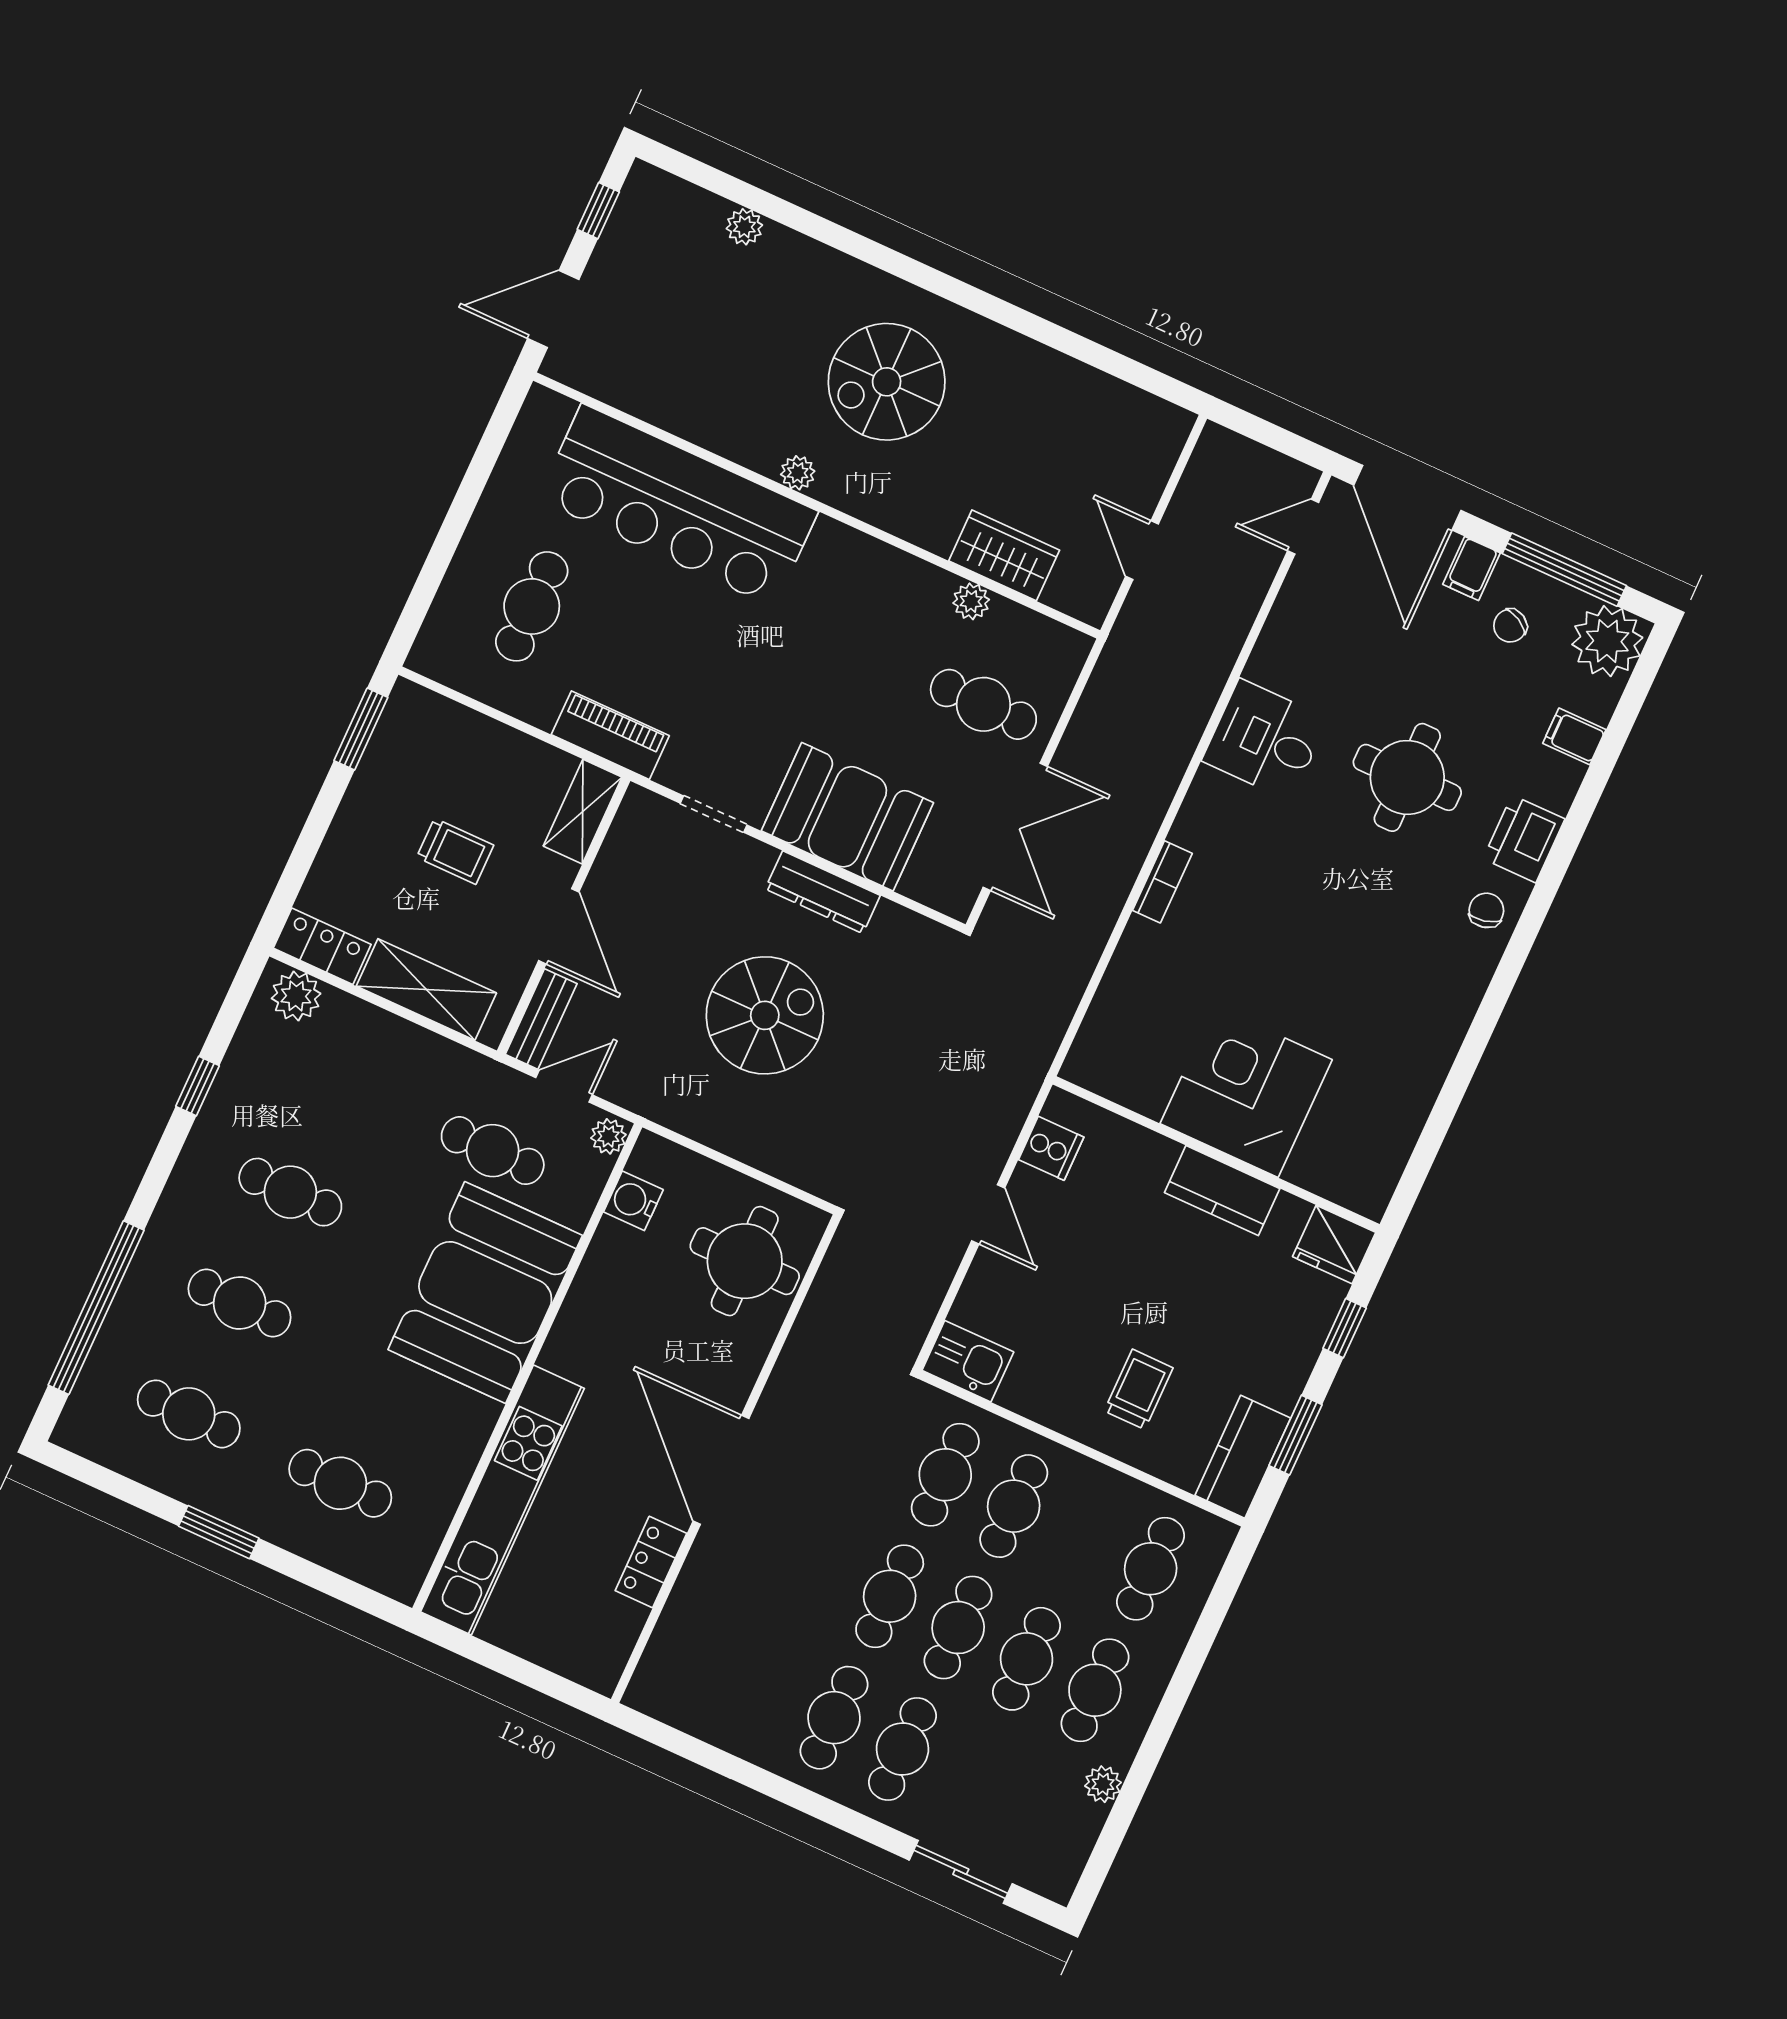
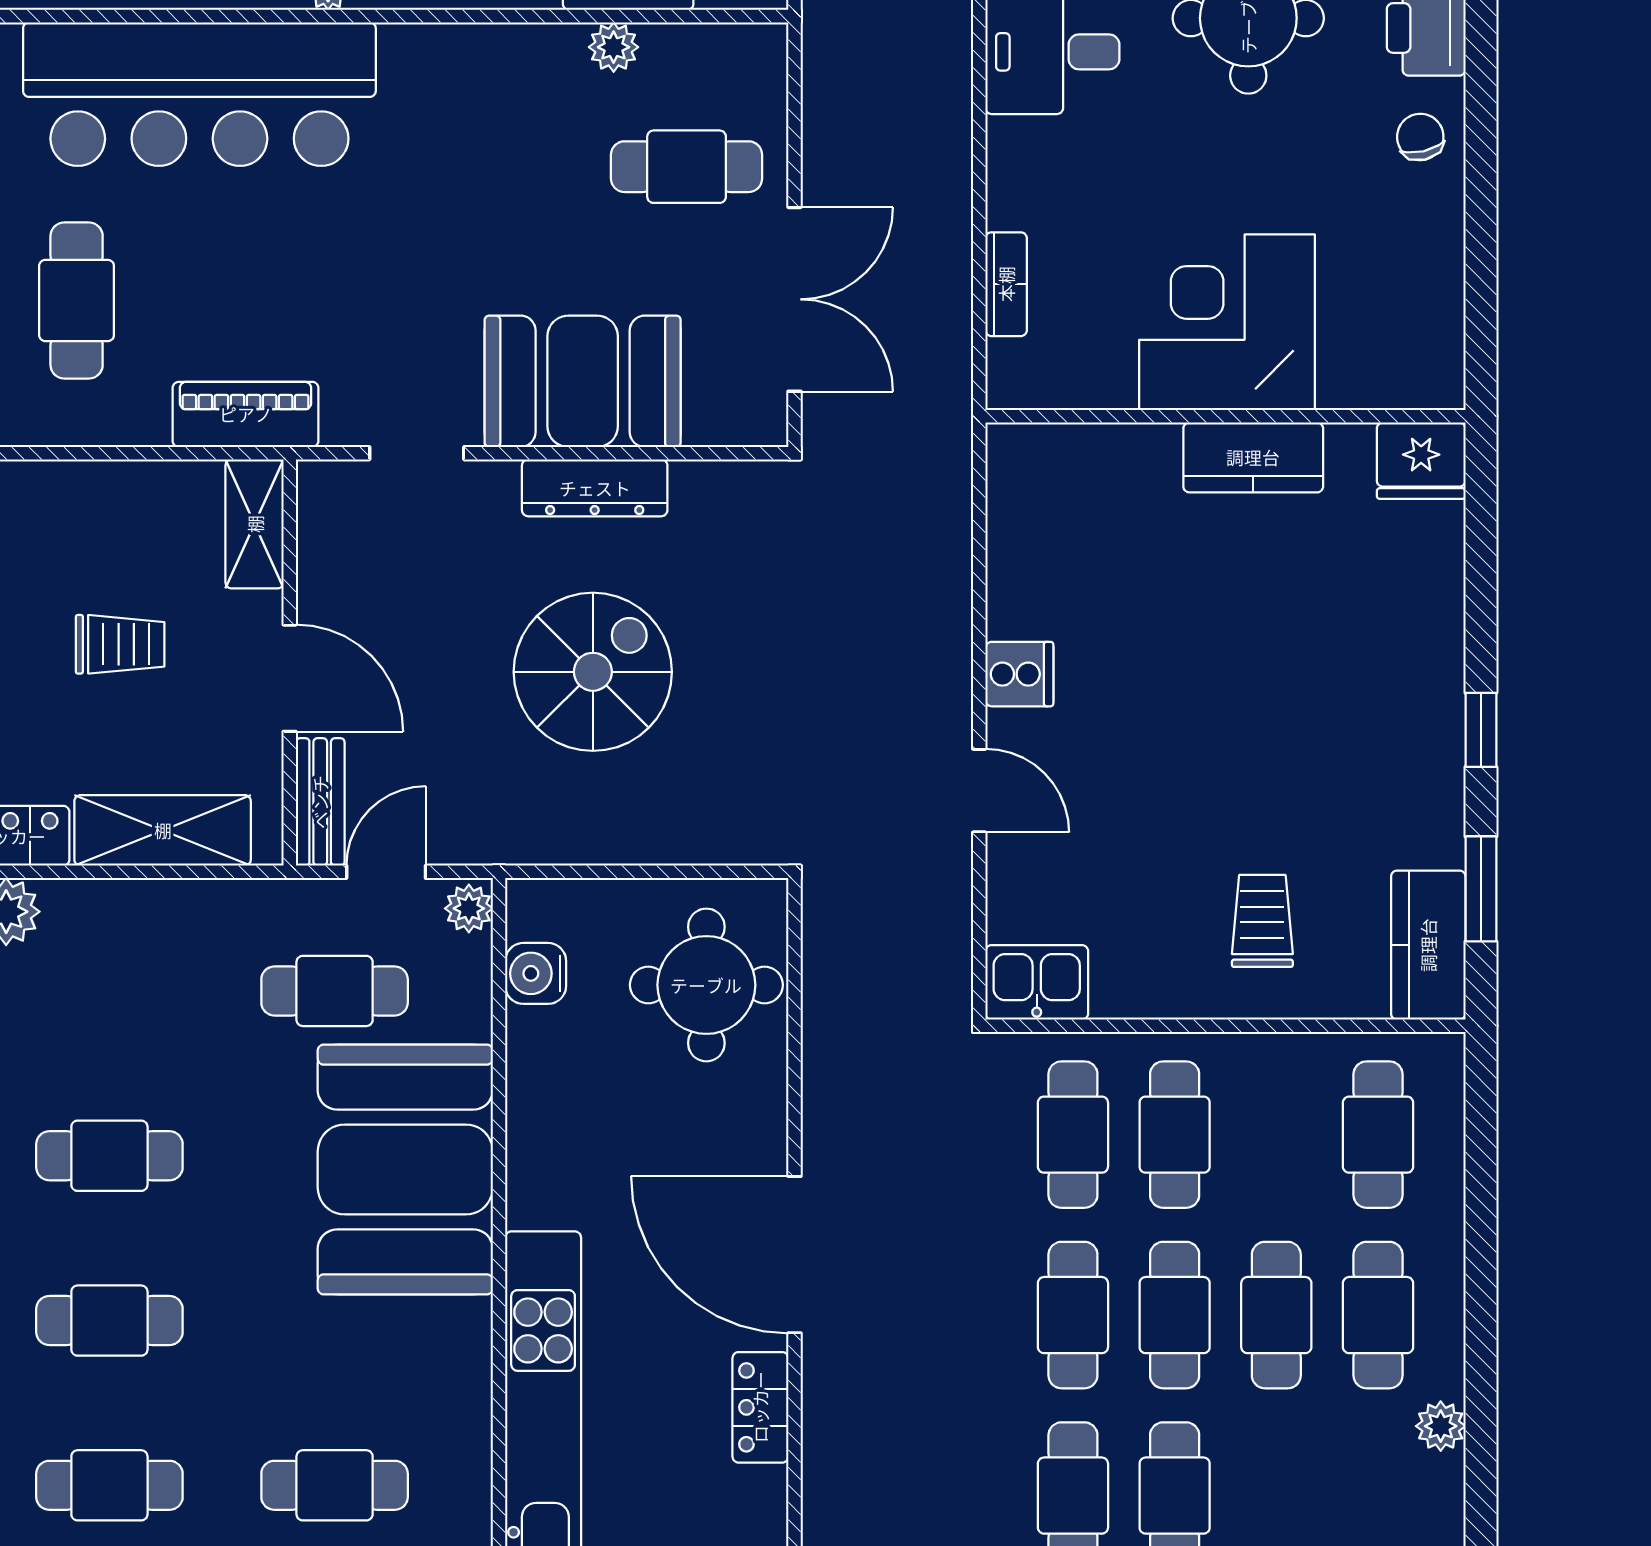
corner desk: (1246, 1092) -> (1227, 322), moved
wall: (1216, 1154) -> (1225, 416), moved
kitchen counter: (1222, 1191) -> (1253, 457), moved
fridge: (1334, 1245) -> (1421, 461), moved

